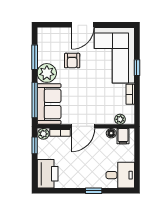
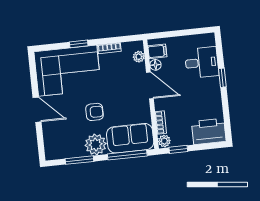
armchair: (72, 61) -> (94, 112), moved
door: (83, 126) -> (150, 85), moved
desk: (120, 175) -> (202, 63), moved, turned 90

